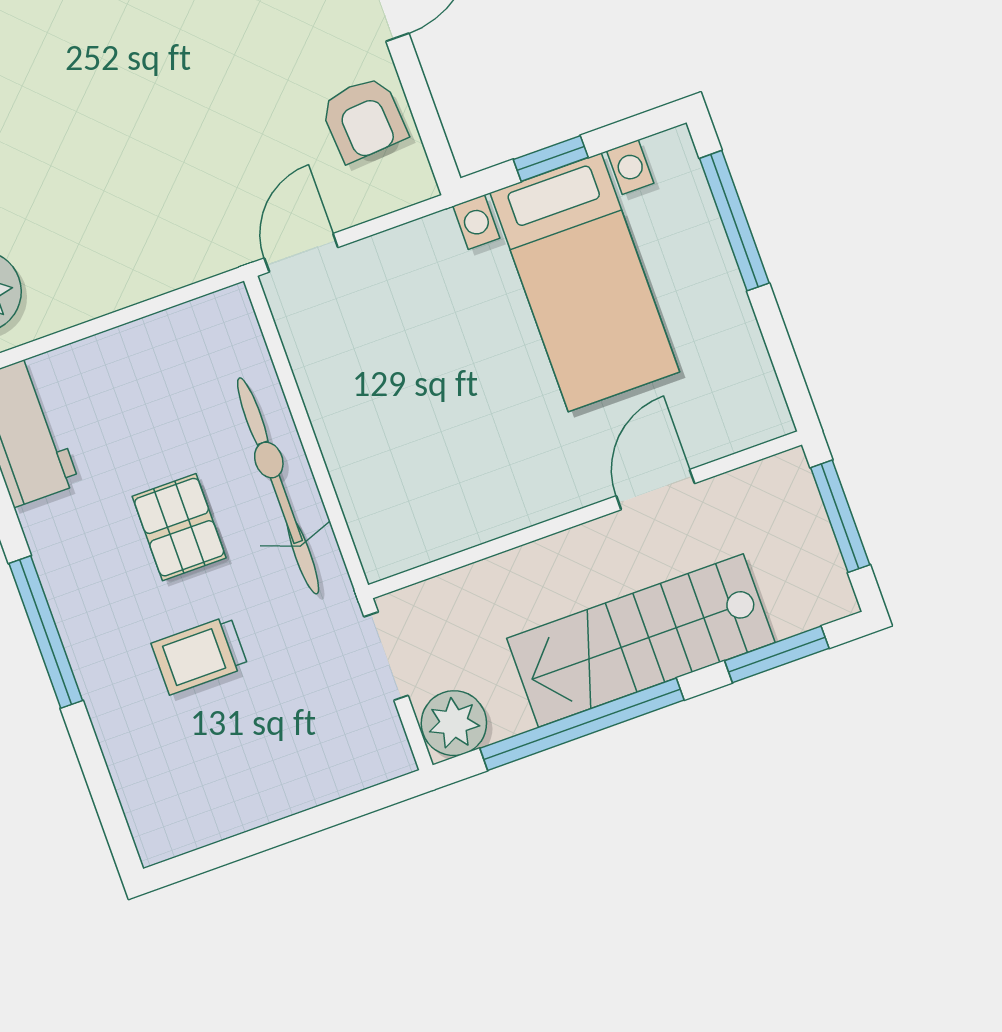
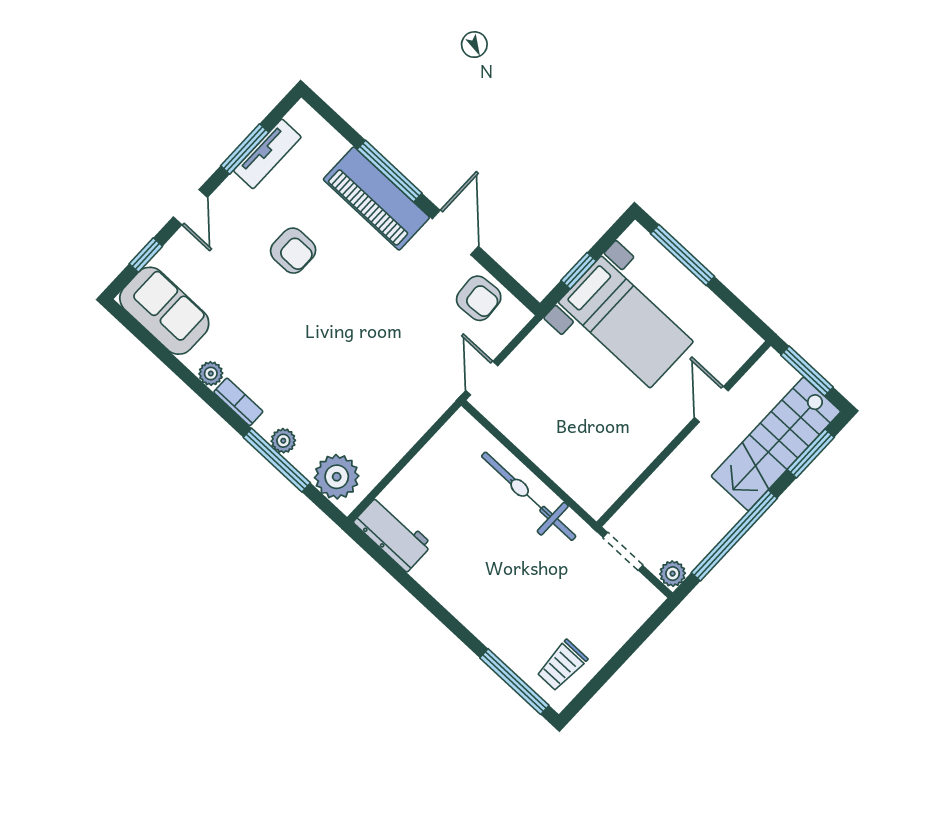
pallet: (179, 527) -> (491, 541), removed
window: (46, 632) -> (514, 682), moved
stairs: (641, 640) -> (776, 444), moved
trolley: (200, 655) -> (562, 665), moved
plant: (454, 723) -> (673, 574), width x0.73, depth x0.73

